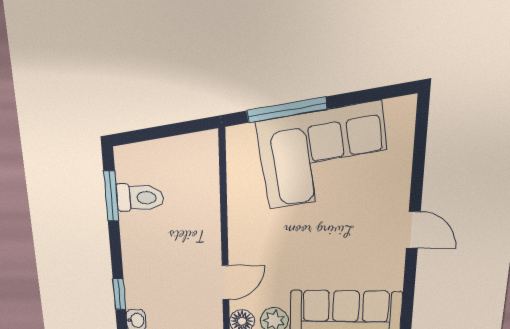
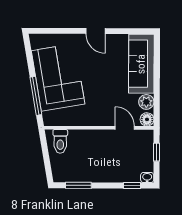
toilet: (140, 198) -> (60, 141), moved, turned 180
door: (413, 230) -> (95, 31), swing flipped

